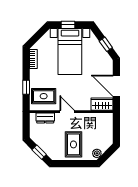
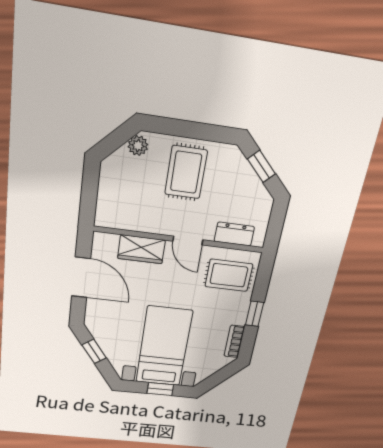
window: (26, 87) -> (255, 314), moved
wardrobe: (102, 104) -> (141, 249), moved

